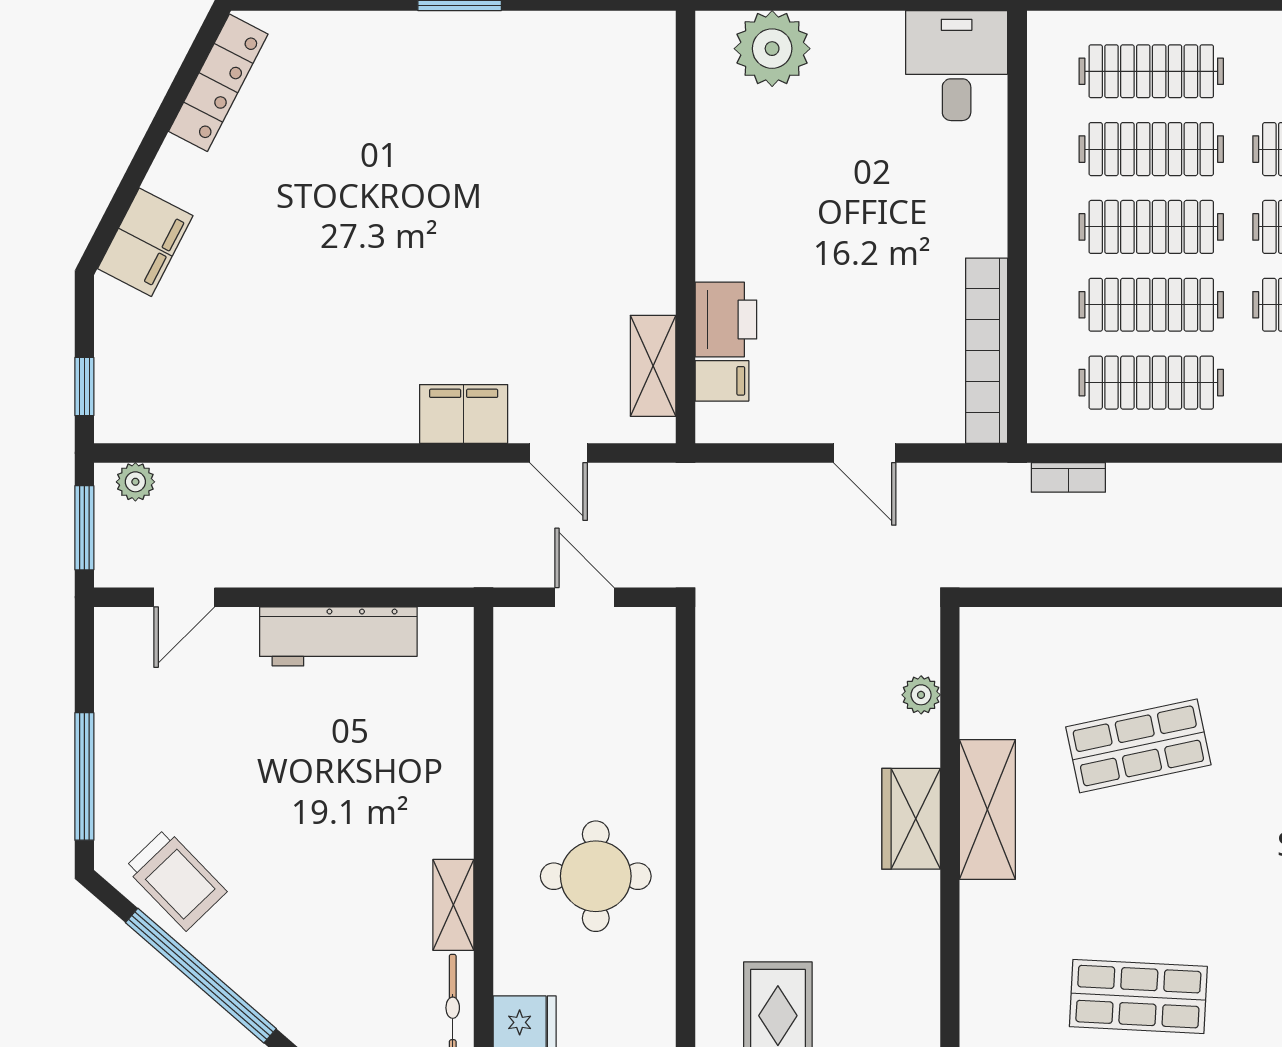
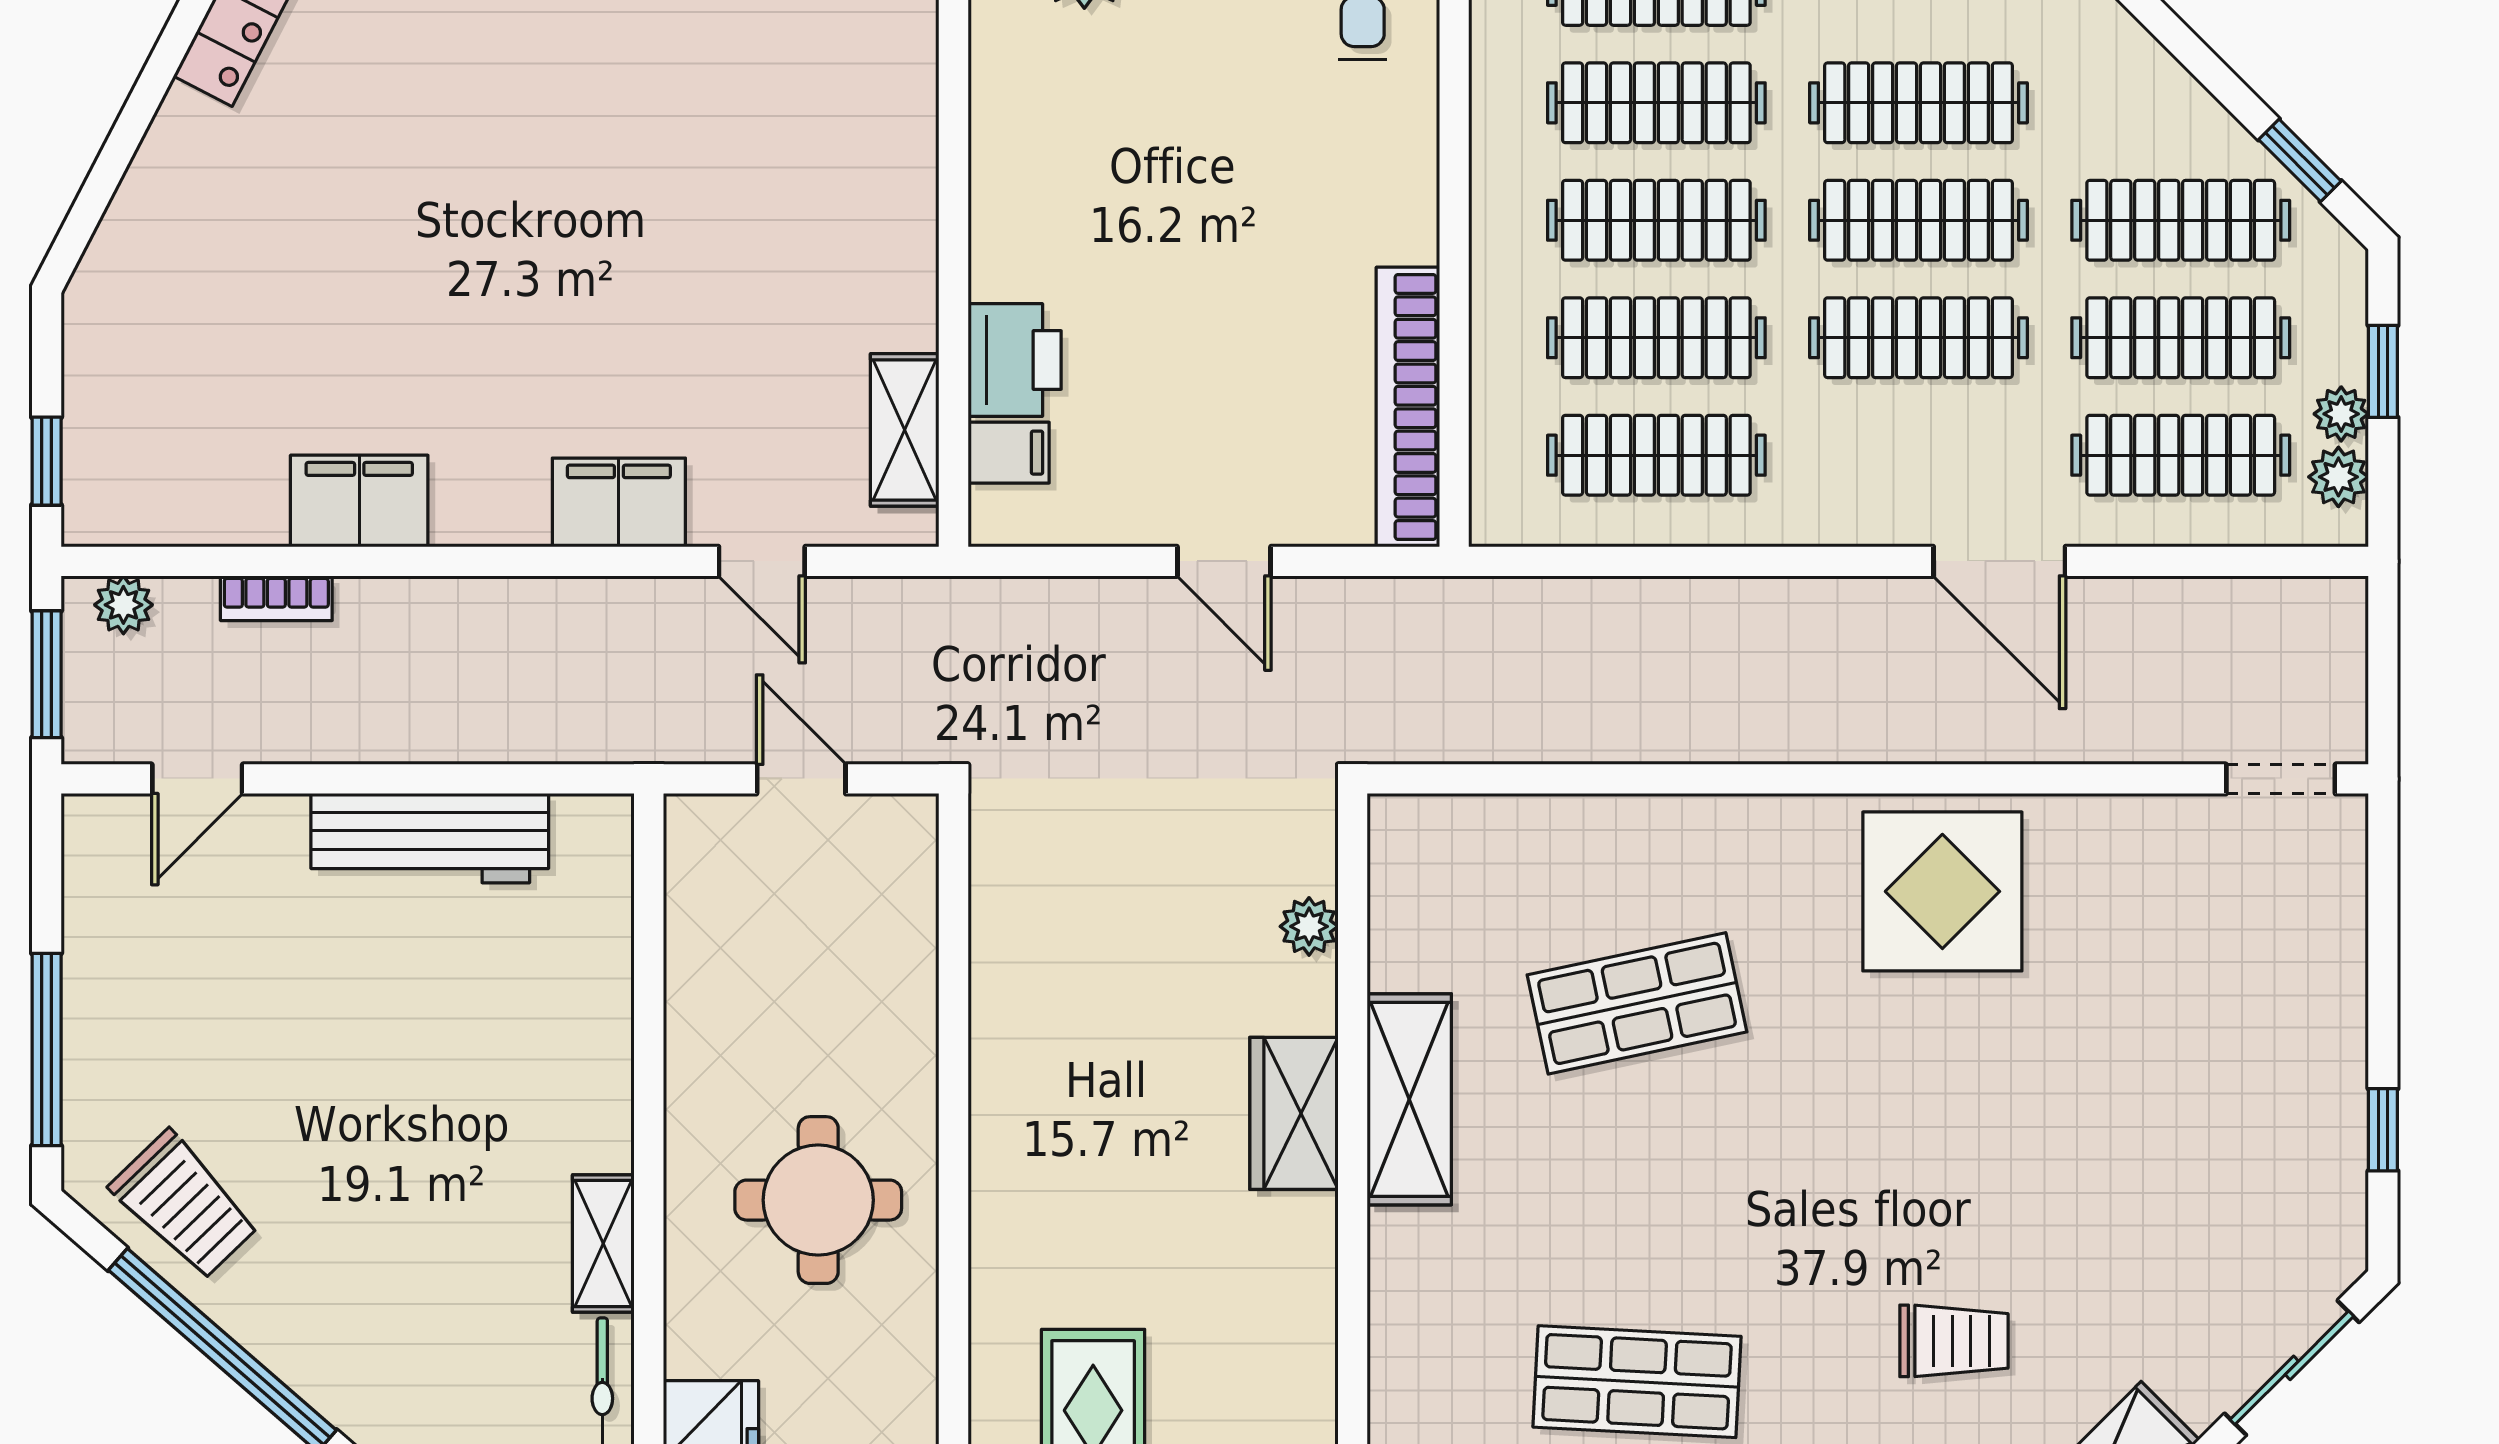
filing cabinet: (145, 242) -> (359, 501), moved, turned -117
bookcase: (1068, 477) -> (276, 598), moved

